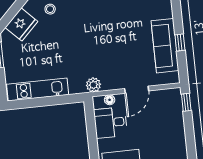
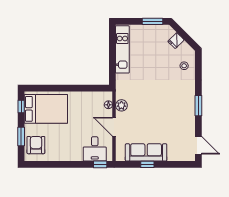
fridge: (21, 24) -> (176, 41), width x0.53, depth x0.75
plant: (93, 85) -> (121, 105), moved
desk: (111, 123) -> (95, 149), moved, turned 180

